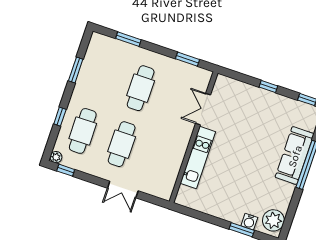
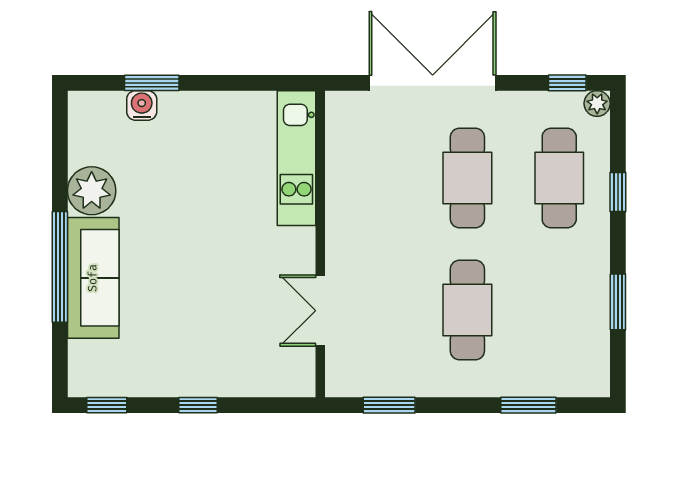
double door: (203, 109) -> (320, 311), swing flipped
kitchen unit: (198, 157) -> (296, 158), moved
double door: (123, 189) -> (433, 83), width x1.87
plant: (273, 220) -> (92, 191), moved

